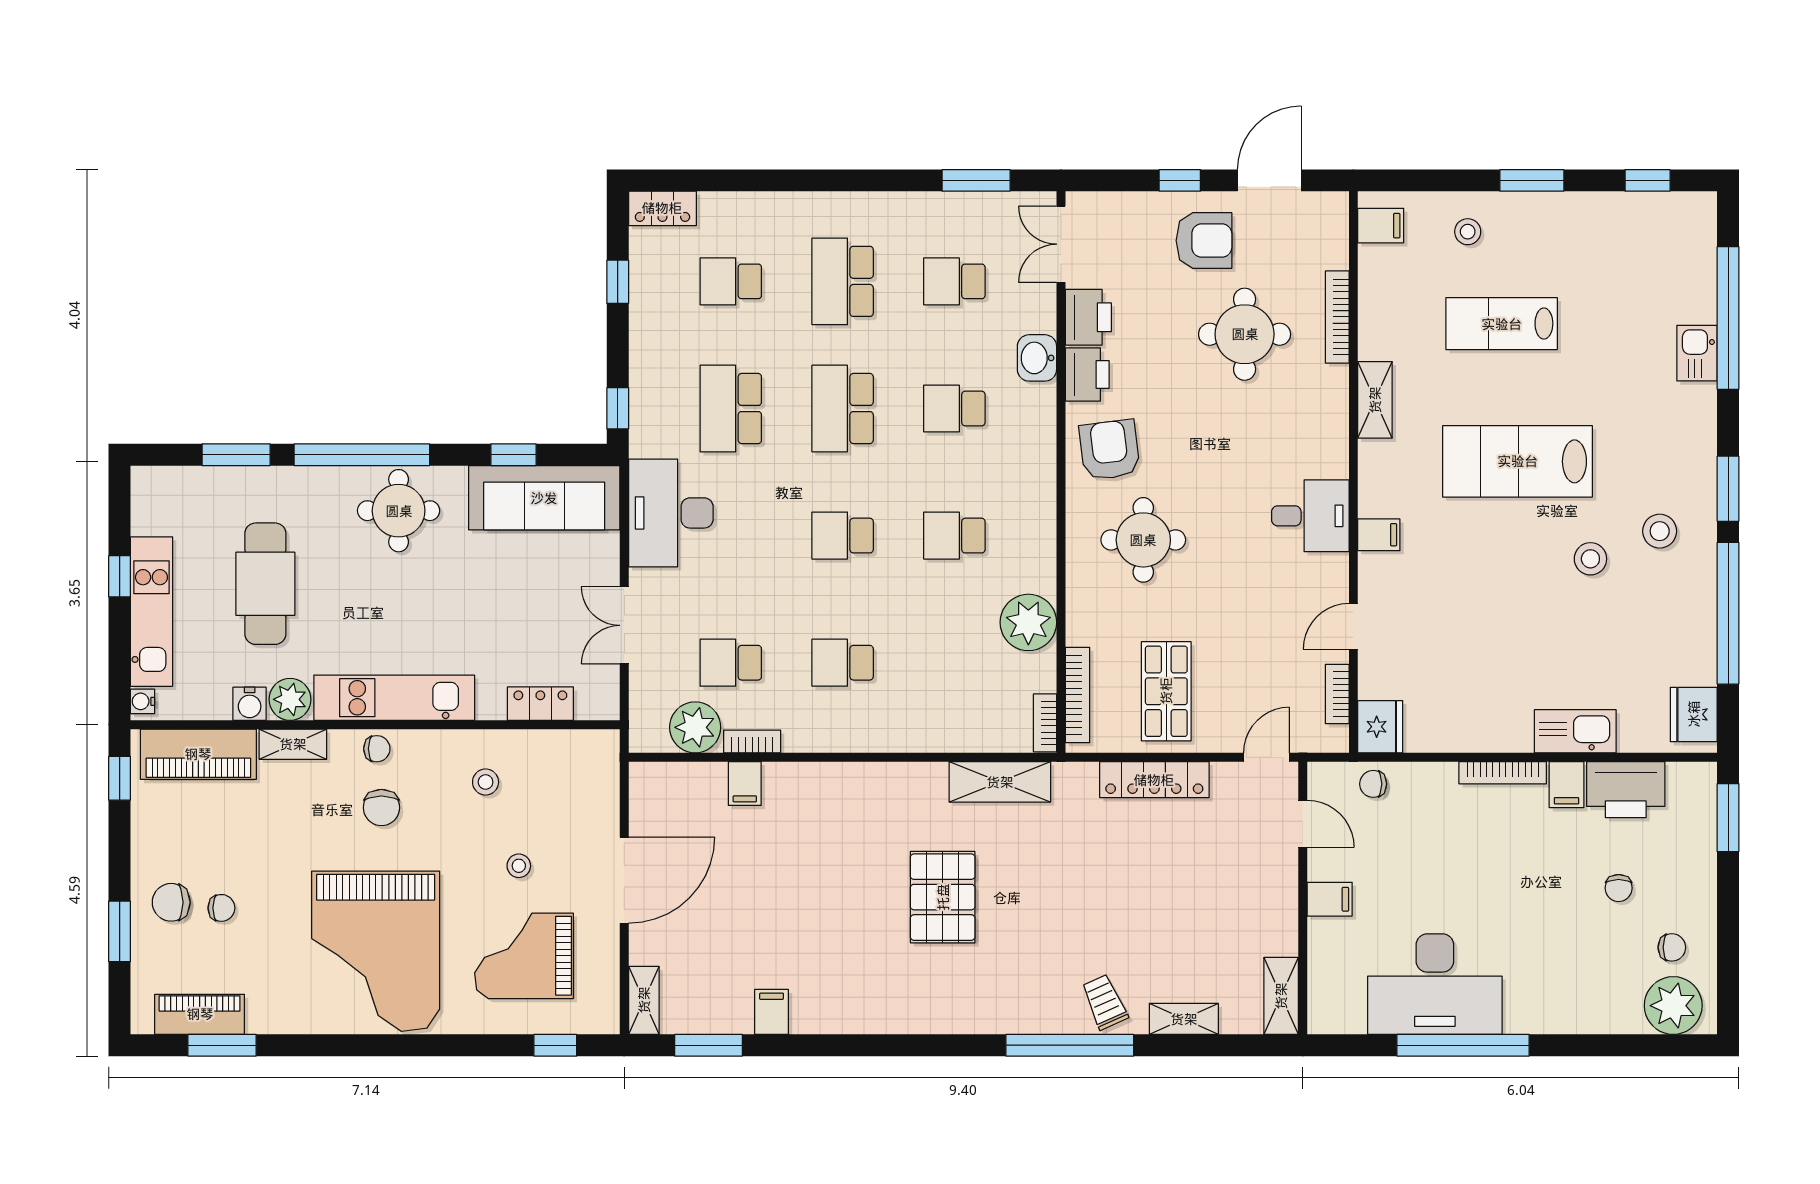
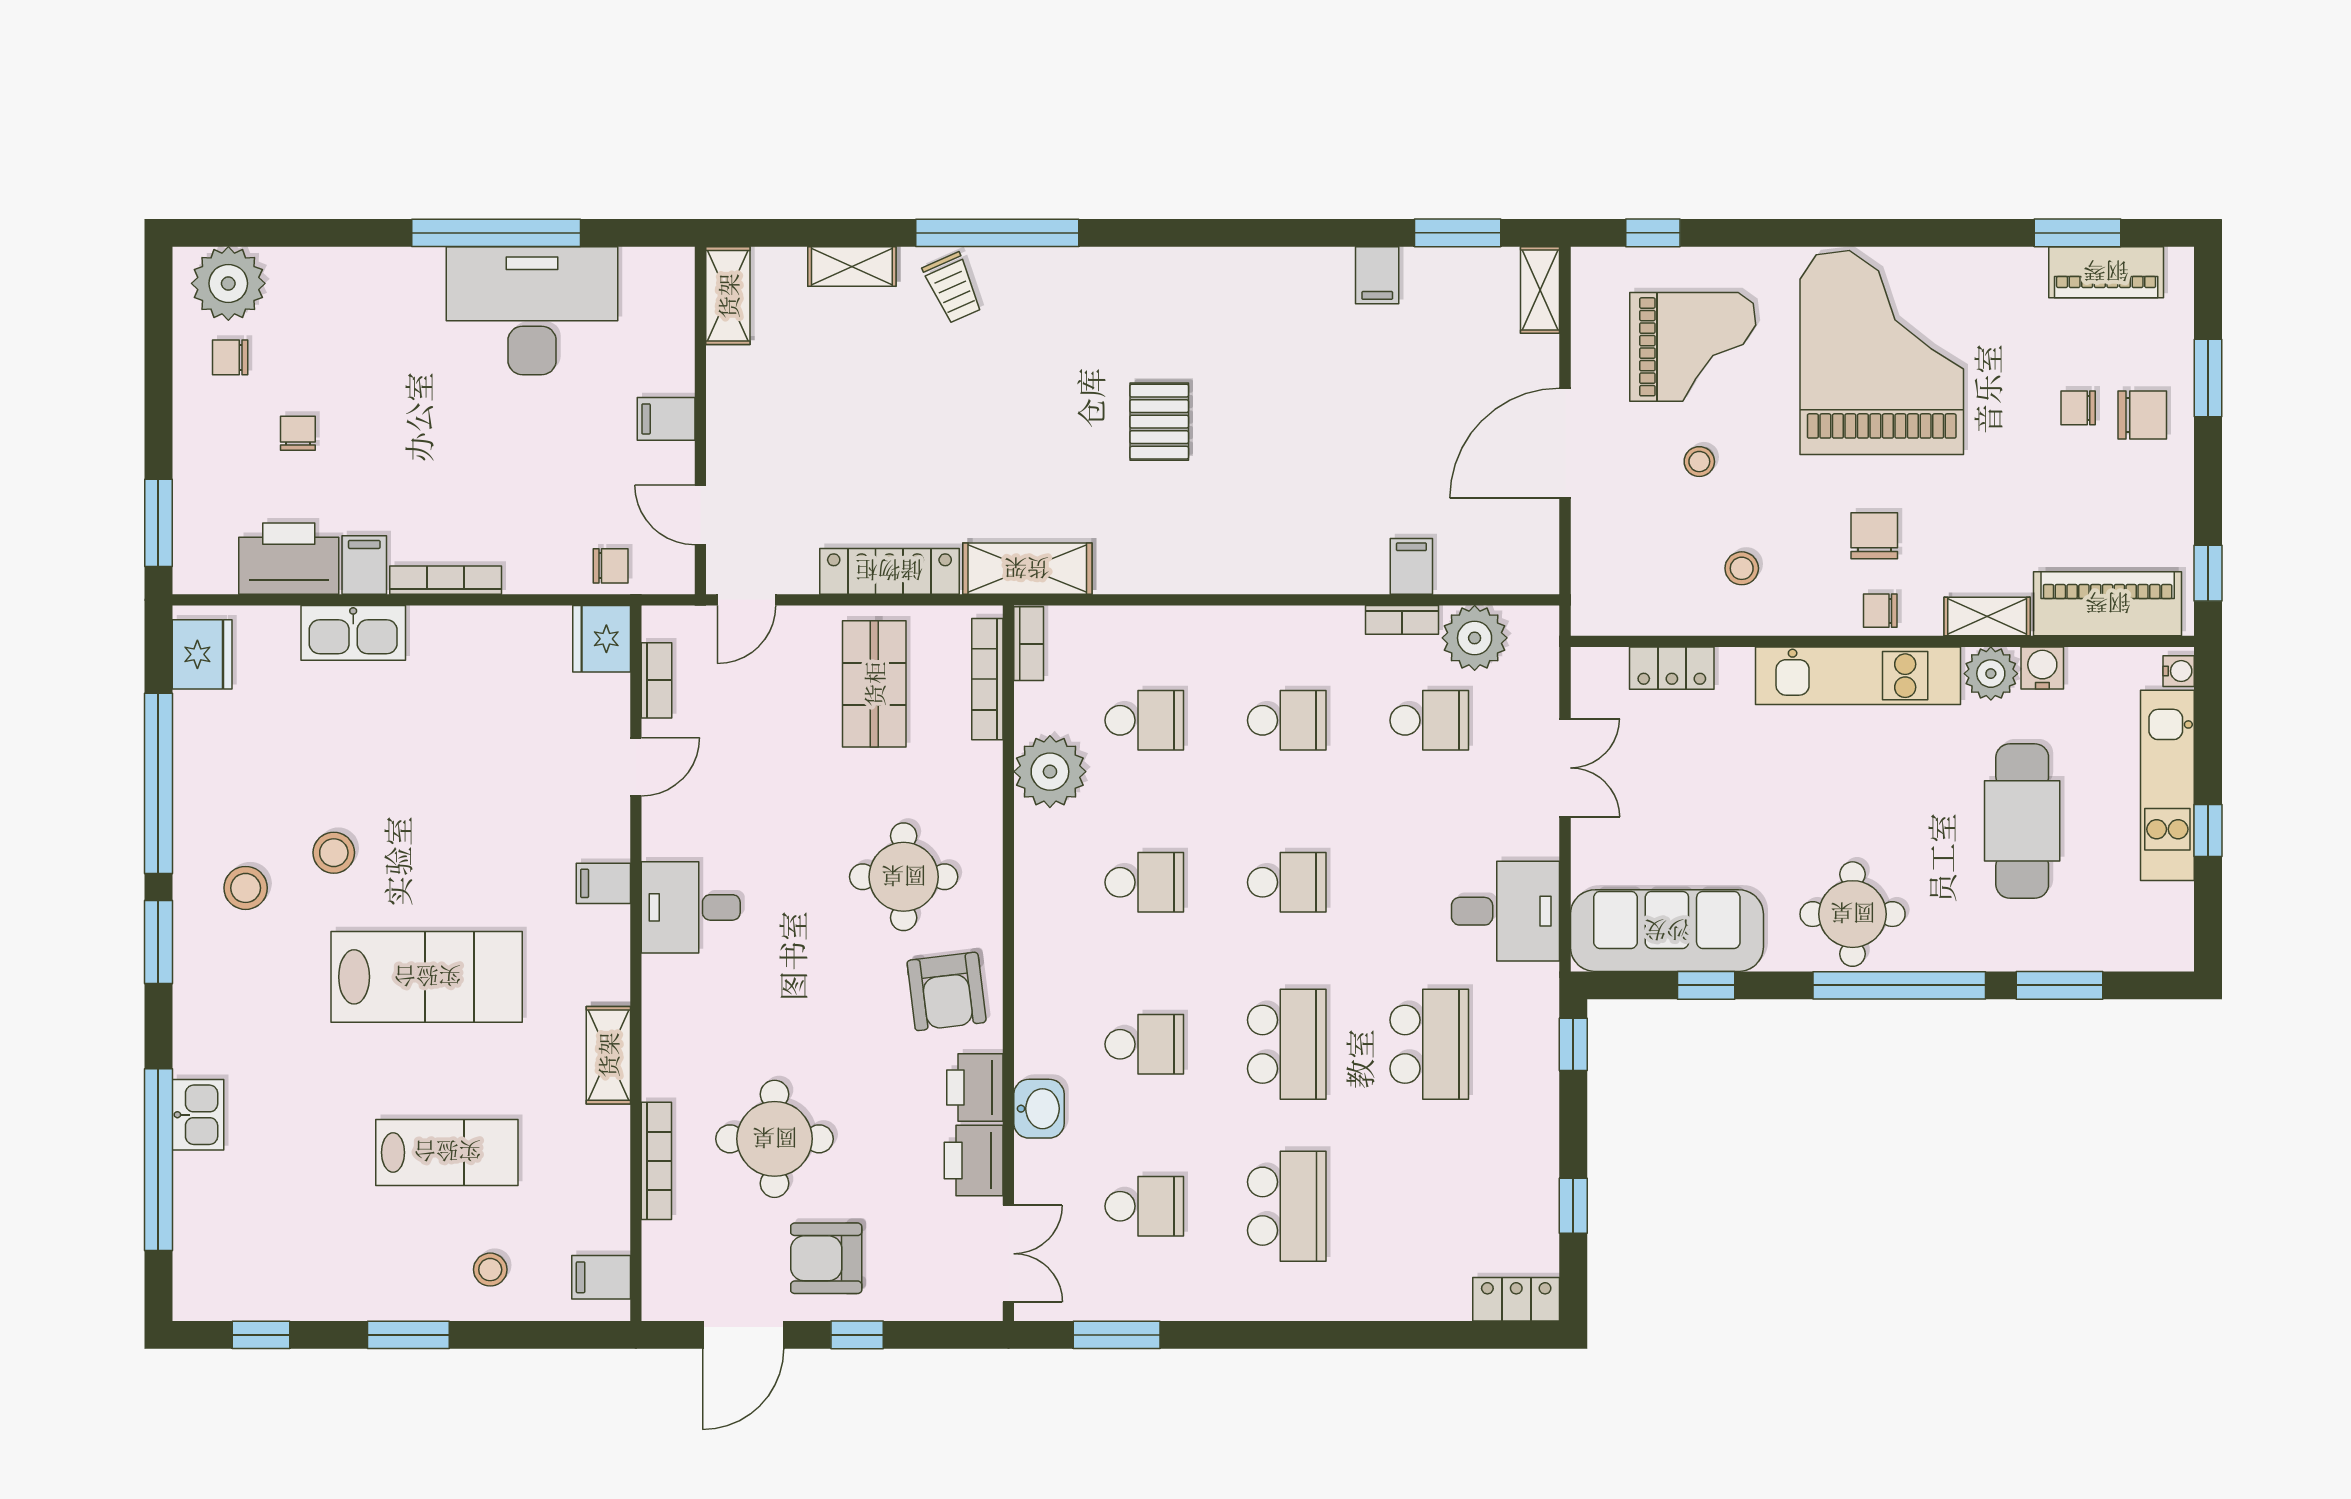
school desk: (731, 281) -> (1144, 720), moved
desk: (671, 513) -> (1506, 911), width x0.73
shelving: (1000, 782) -> (1027, 569), moved
pallet: (943, 897) -> (1159, 422), width x0.67, depth x0.71

